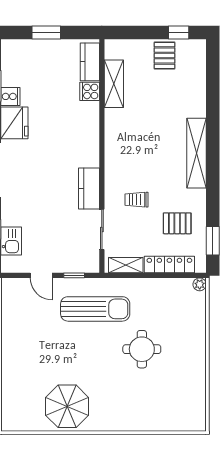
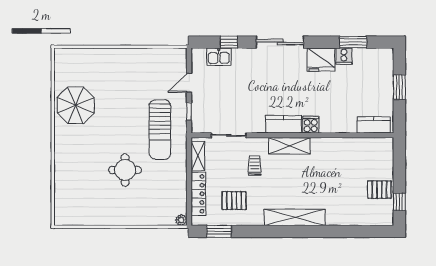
shelving: (114, 84) -> (290, 146), moved
cooker: (90, 91) -> (311, 125), moved
kitchen counter: (89, 189) -> (284, 124), moved
pallet: (177, 223) -> (234, 201), turned 90

